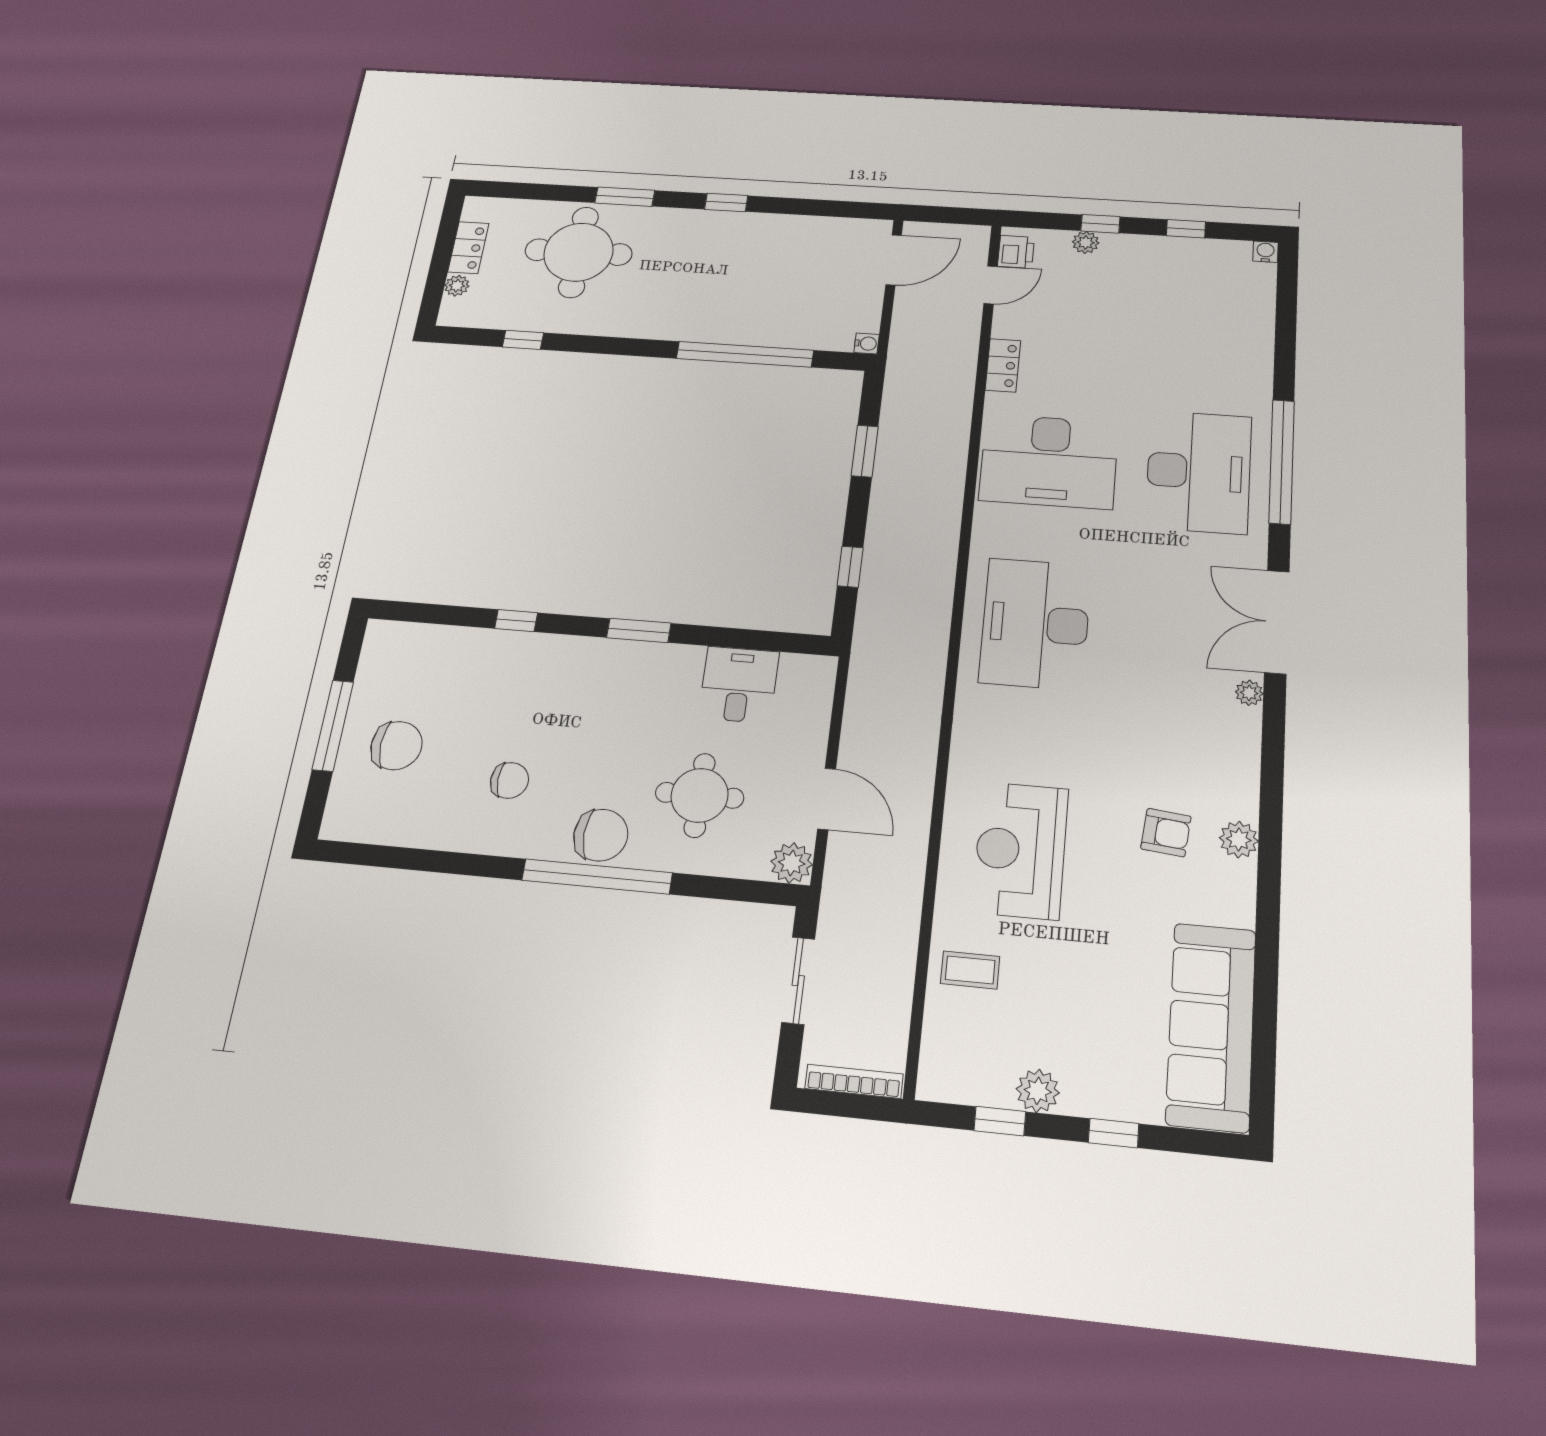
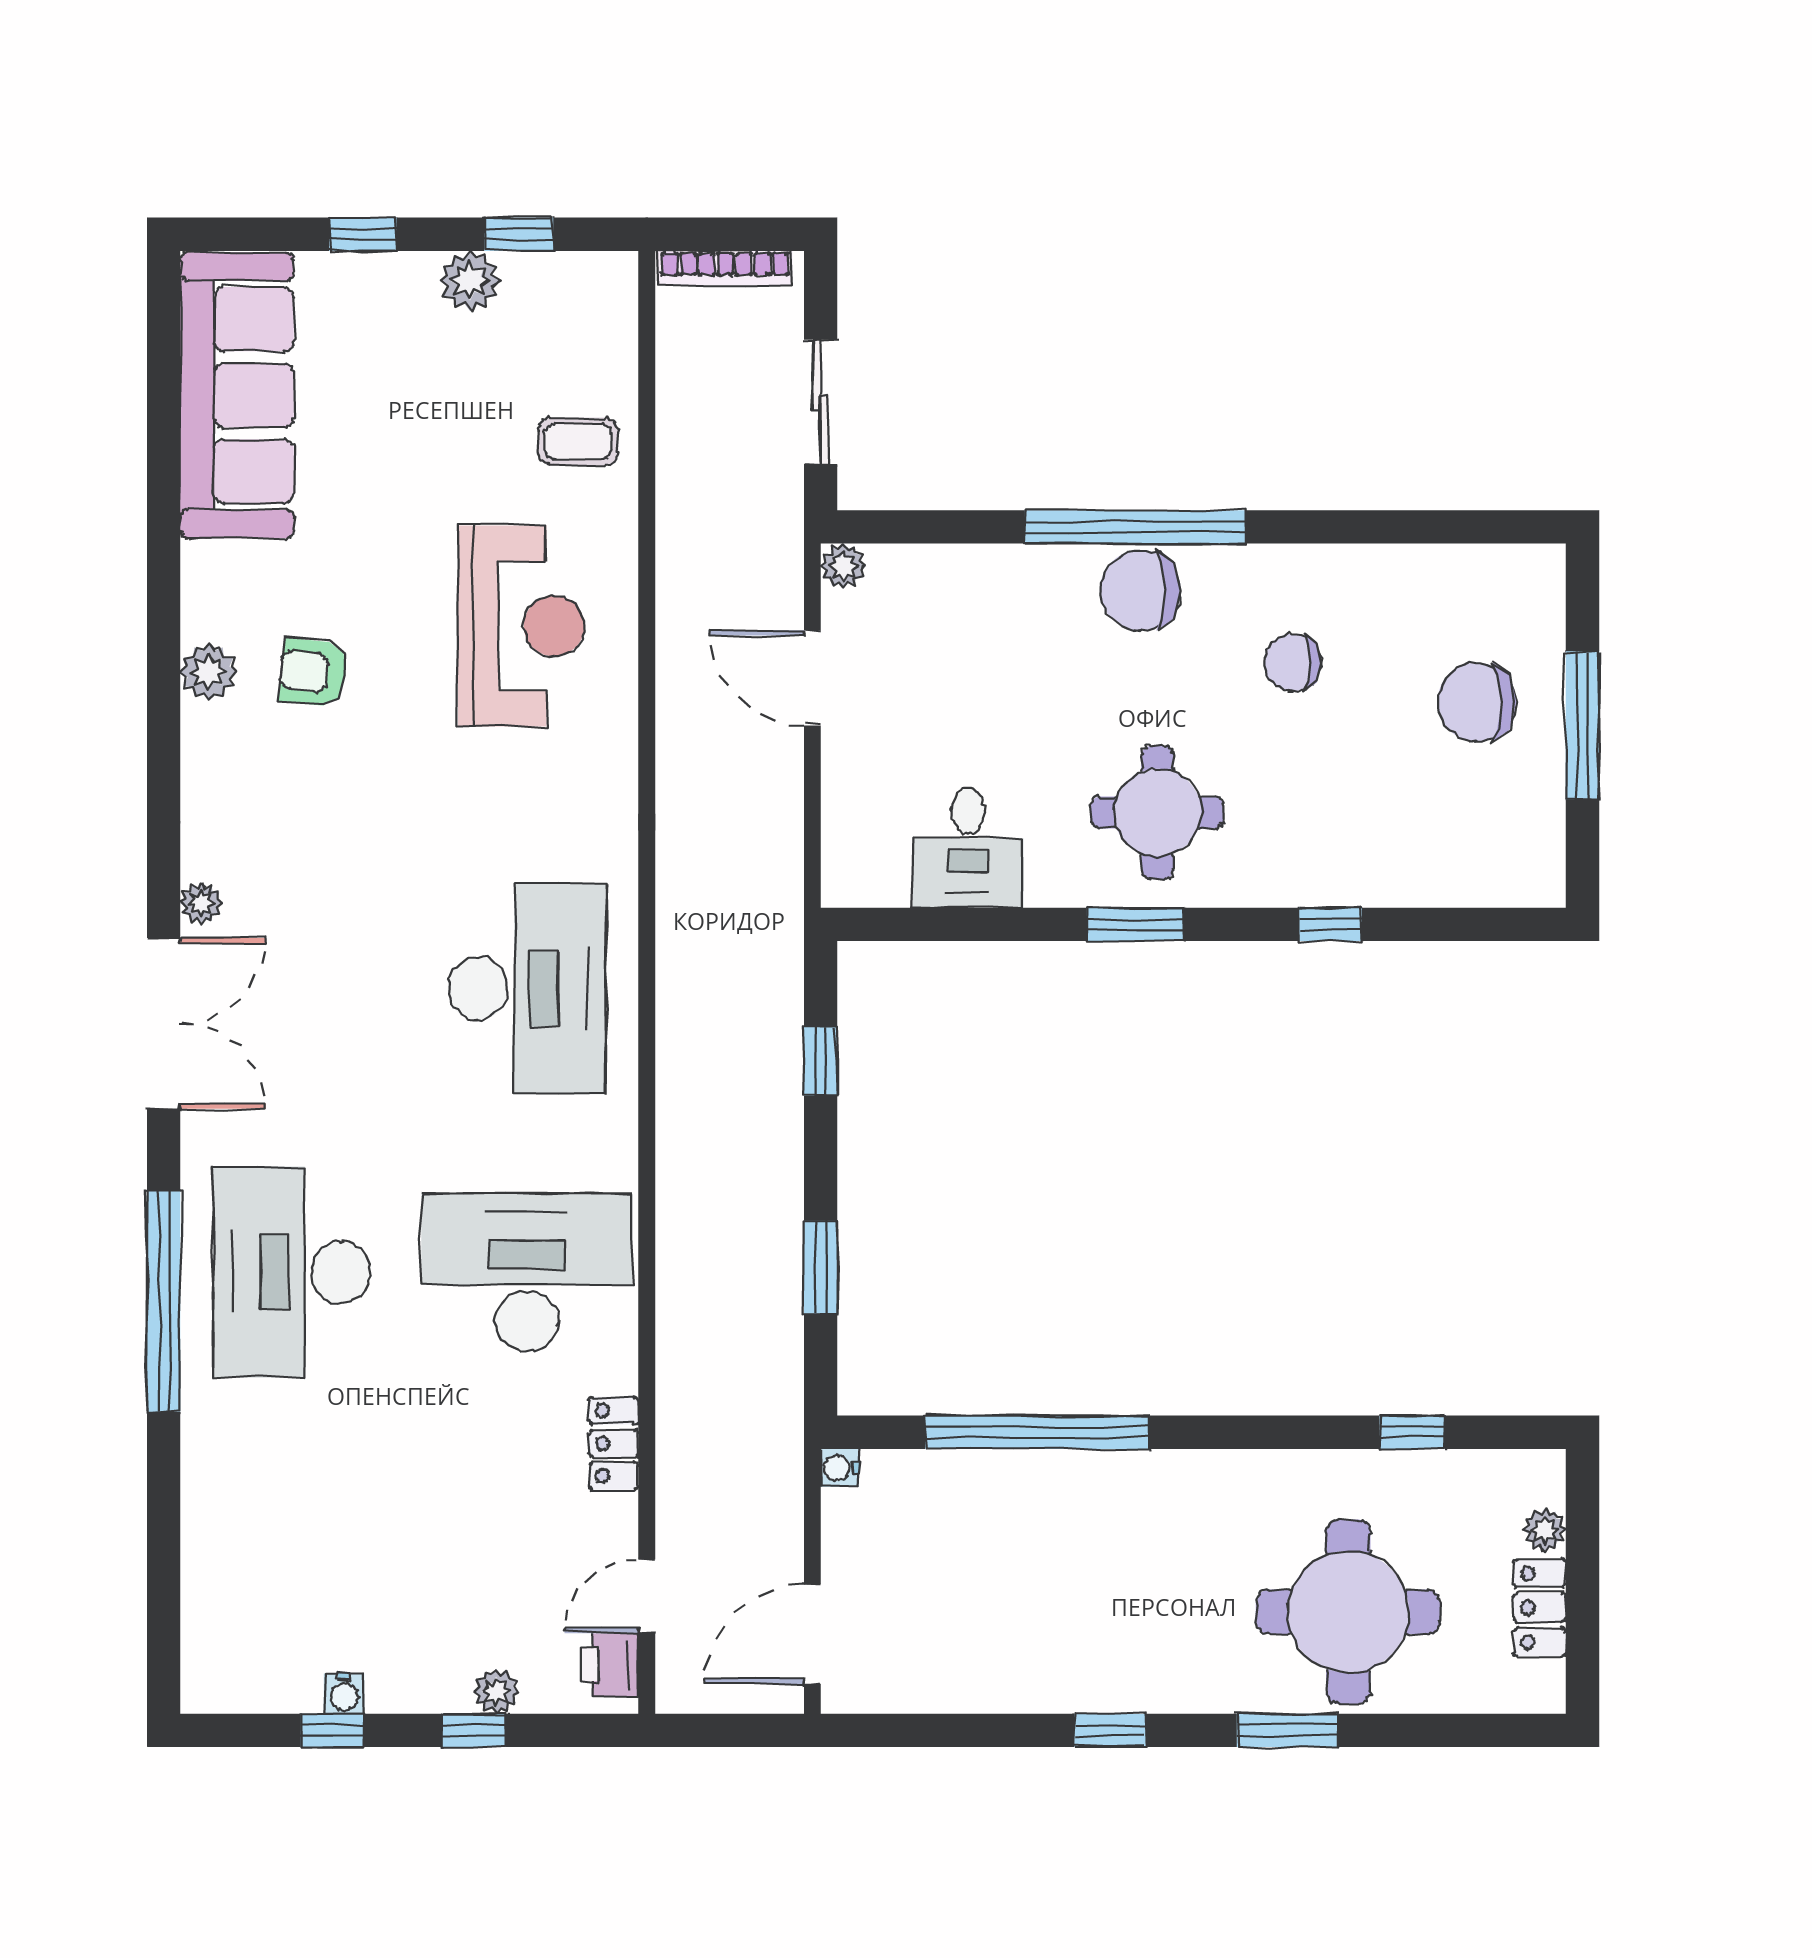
water cooler: (1266, 252) -> (344, 1694), moved
round table: (700, 795) -> (1157, 813), moved
plant: (792, 863) -> (843, 566), width x0.73, depth x0.73

